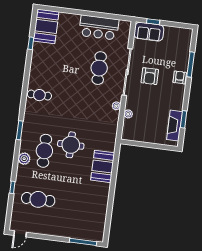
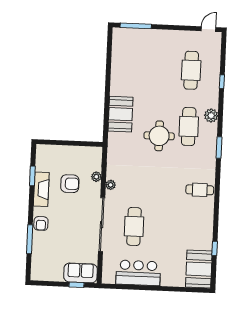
armchair: (150, 76) -> (70, 184), moved, turned 90
fireplace: (175, 126) -> (41, 189), moved
cafe table: (38, 199) -> (191, 70), turned 90

